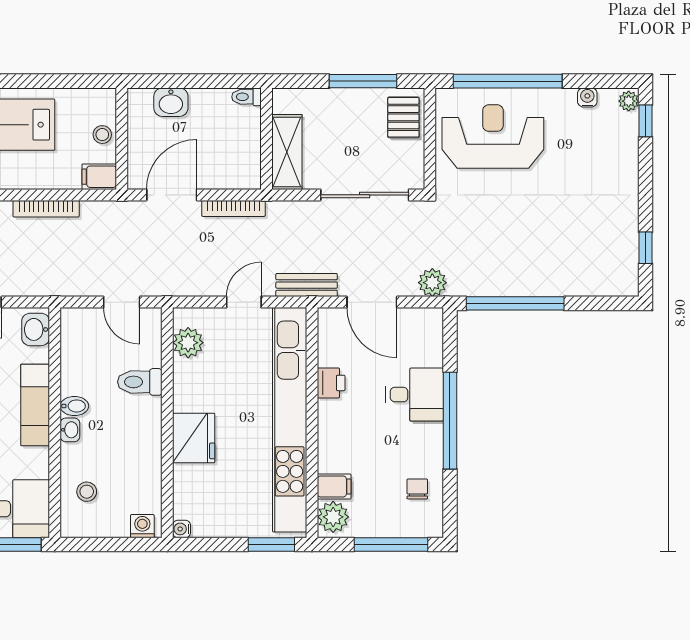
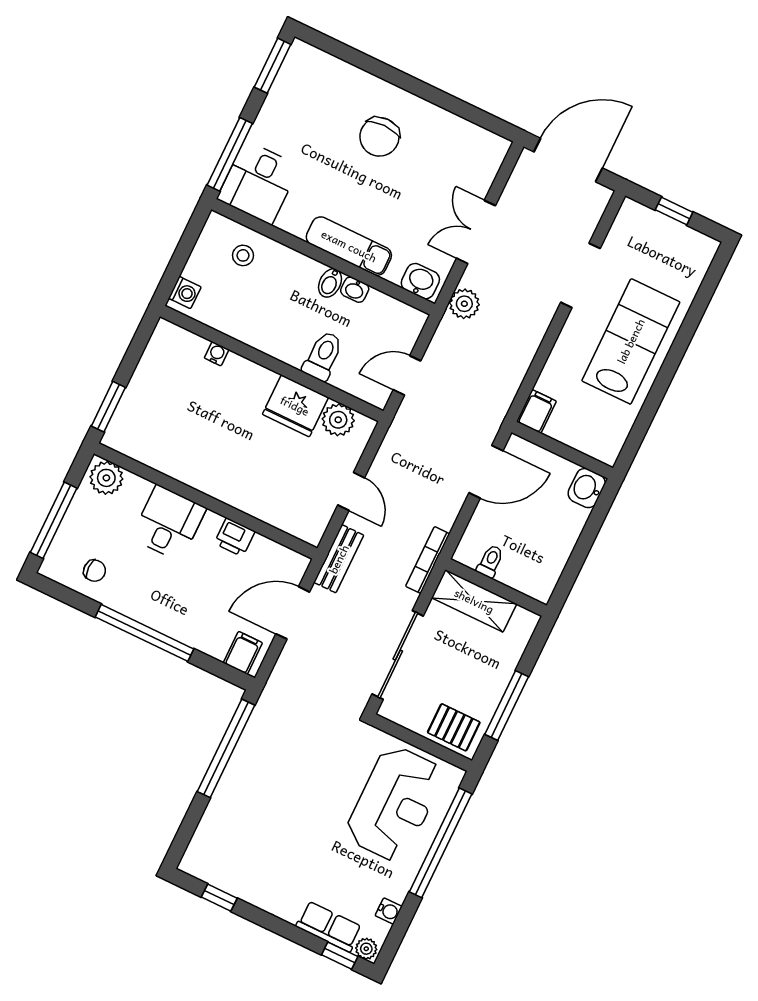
toilet: (246, 97) -> (490, 561), moved
washbasin: (171, 102) -> (587, 488), moved
stool: (102, 135) -> (575, 433), removed
row of seats: (625, 142) -> (329, 927), added
door: (172, 195) -> (486, 472), hinge flipped
bookcase: (233, 208) -> (428, 560), moved
bookcase: (46, 209) -> (530, 346), removed
plant: (432, 283) -> (464, 304), moved
desk: (415, 395) -> (169, 523), moved, turned 180
kitchen unit: (290, 420) -> (219, 481), removed
washbasin: (70, 430) -> (355, 290), moved
fridge: (194, 438) -> (295, 406), moved
filing cabinet: (334, 486) -> (243, 653), moved, turned 180
water cooler: (182, 529) -> (217, 354), moved

